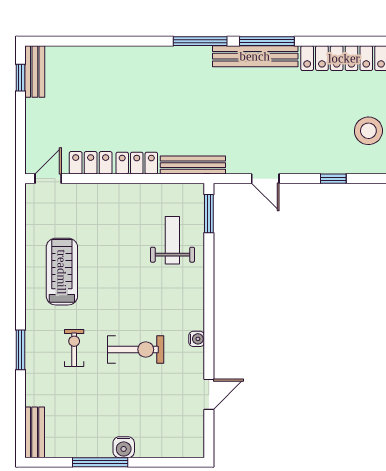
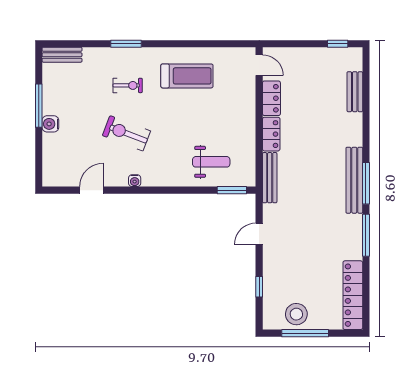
bench: (255, 56) -> (354, 180), moved
bench: (35, 72) -> (355, 92), moved, turned 90
exercise bike: (136, 349) -> (126, 133), turned 111
door: (209, 394) -> (92, 190), swing flipped

